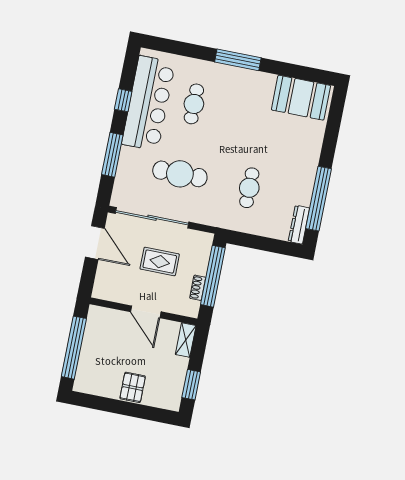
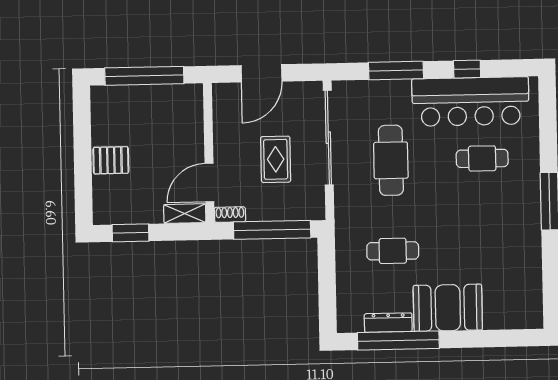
booth: (301, 98) -> (448, 308), moved, turned 90
dresser: (299, 225) -> (388, 323), moved
door: (95, 243) -> (262, 73), moved
shoe rack: (198, 288) -> (230, 215), moved
door: (146, 312) -> (209, 183), moved

